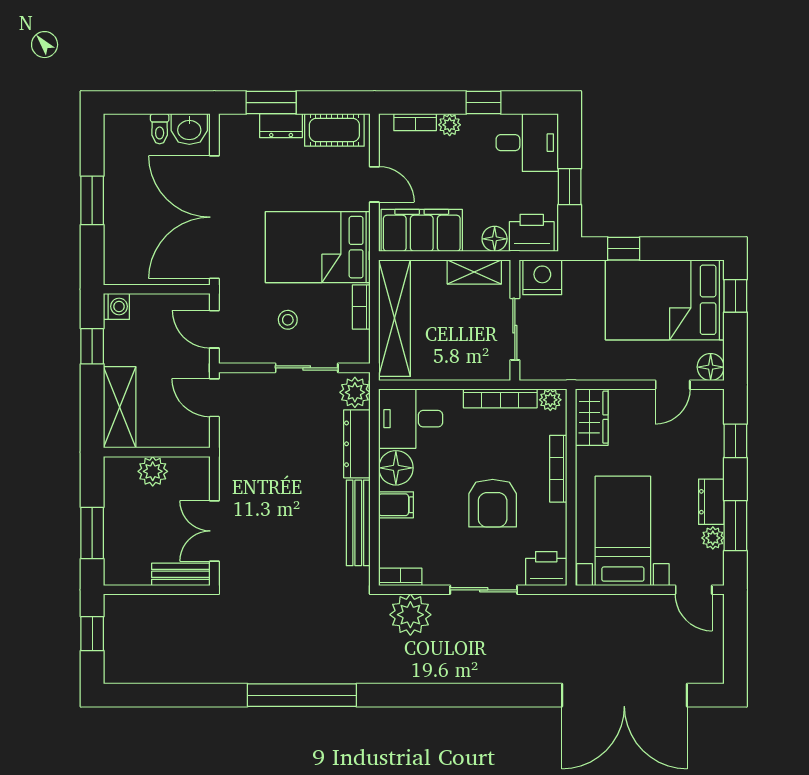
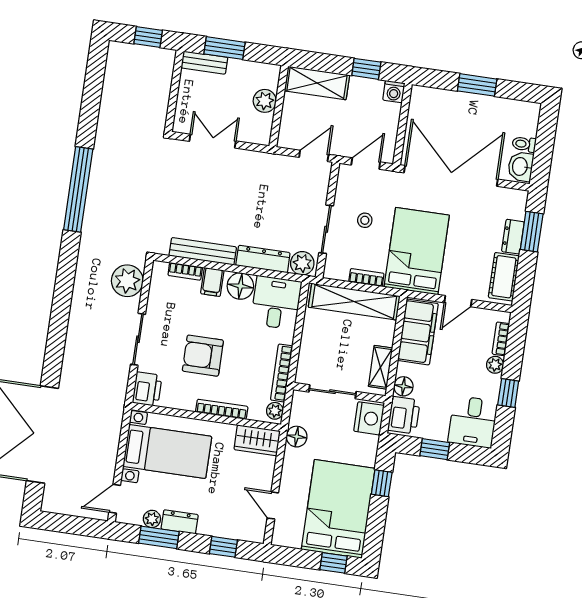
floor lamp: (711, 367) -> (297, 437), moved
bench: (181, 574) -> (204, 63), moved, turned 90
bookcase: (400, 577) -> (185, 271), moved, turned 90

